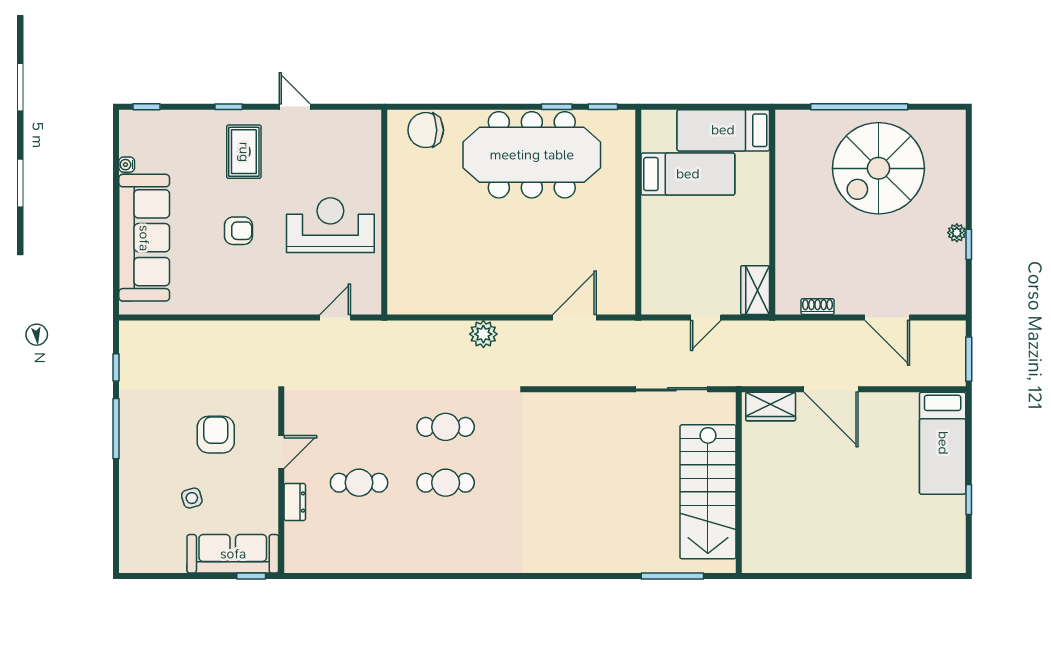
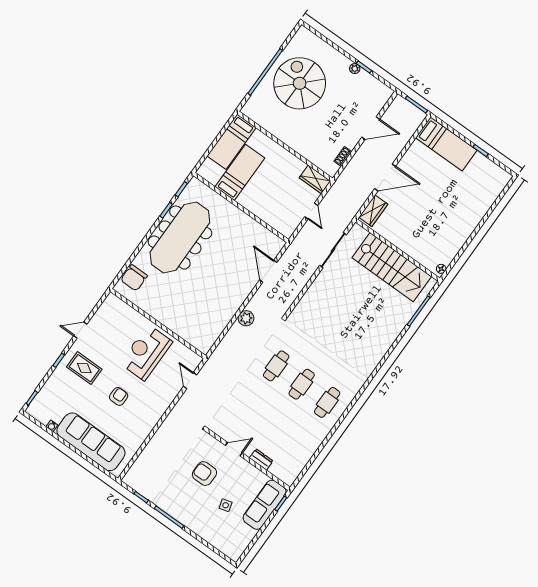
spiral stairs: (878, 168) -> (300, 83), turned 180
door: (281, 452) -> (234, 449), hinge flipped
cafe table: (359, 483) -> (327, 402), moved
floor lamp: (757, 565) -> (441, 269), added

